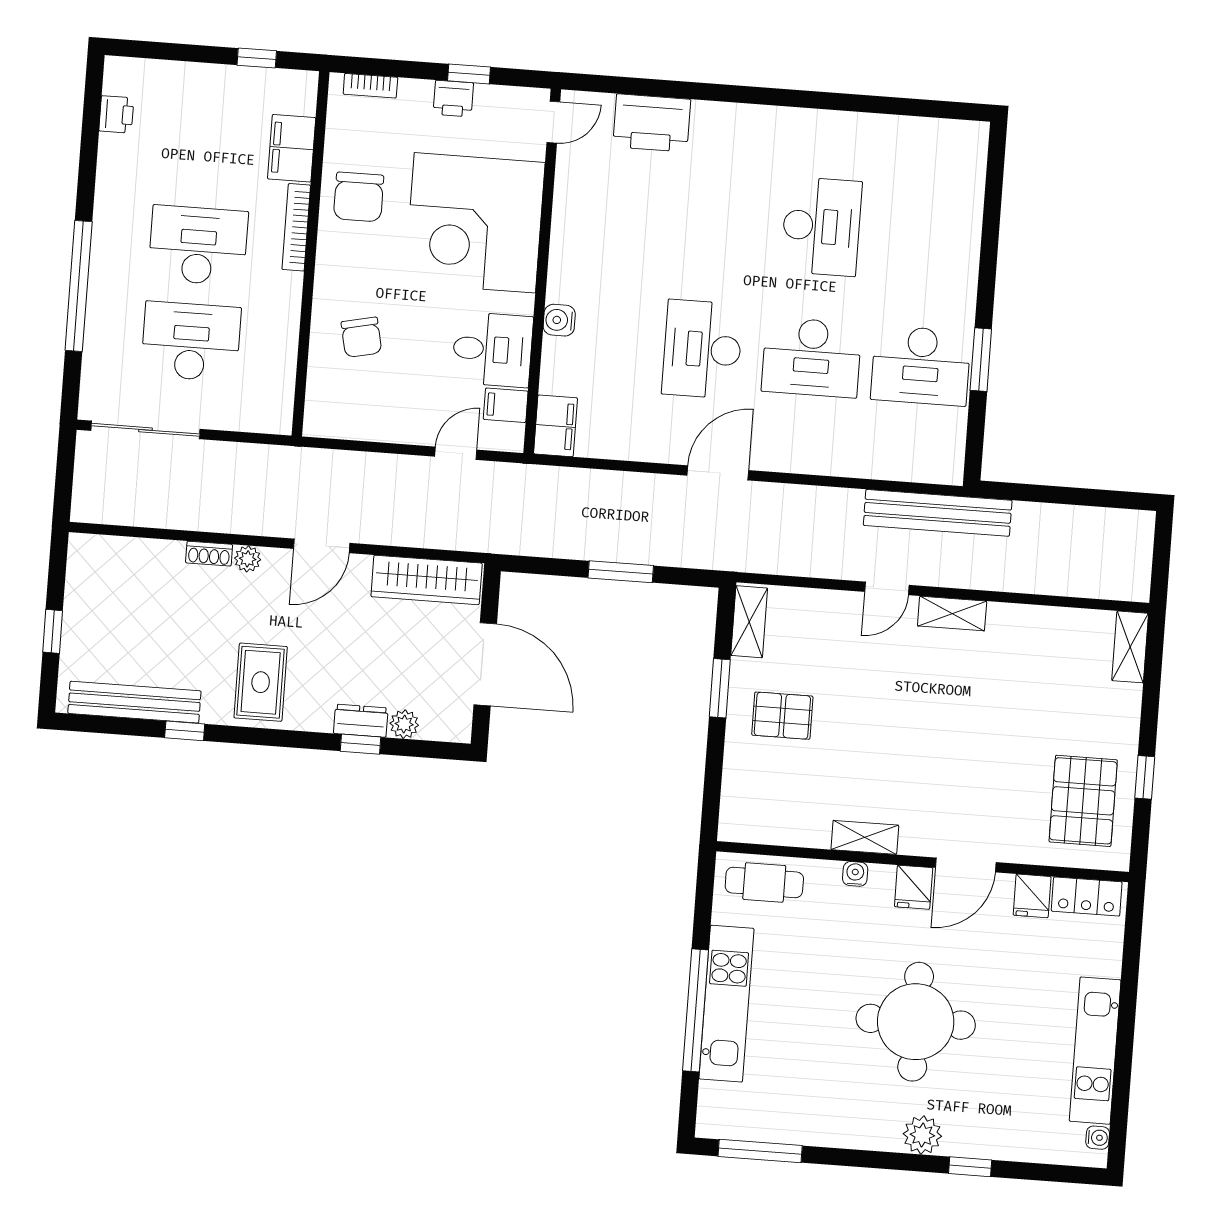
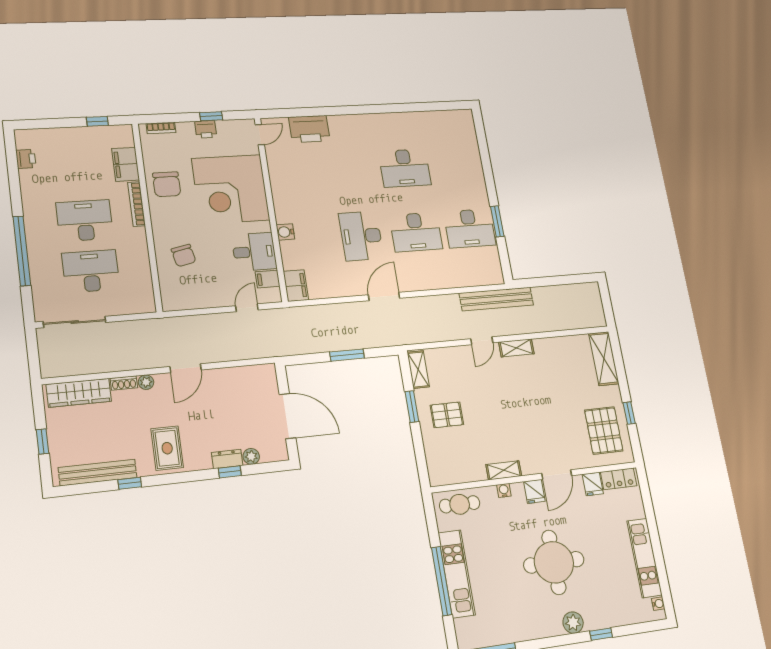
desk: (821, 226) -> (405, 168), turned 90
wardrobe: (427, 580) -> (79, 393), moved
shelving: (1130, 647) -> (604, 359), width x1.50, depth x1.33

